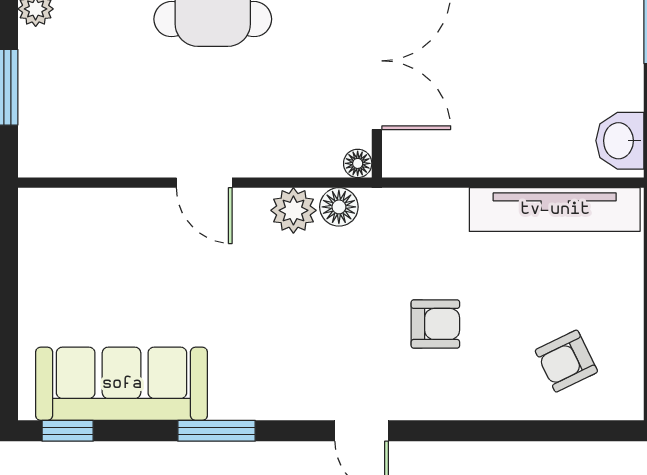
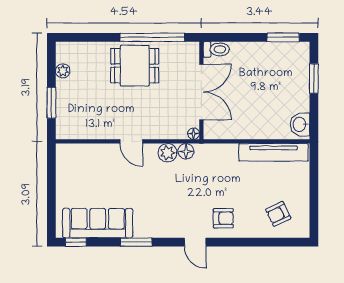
armchair: (435, 324) -> (223, 218), moved

